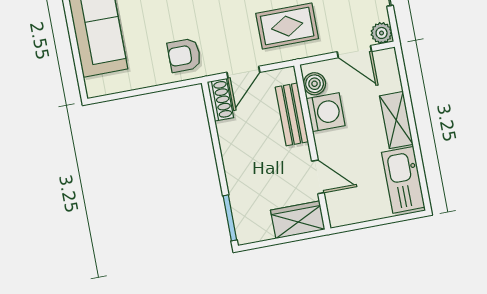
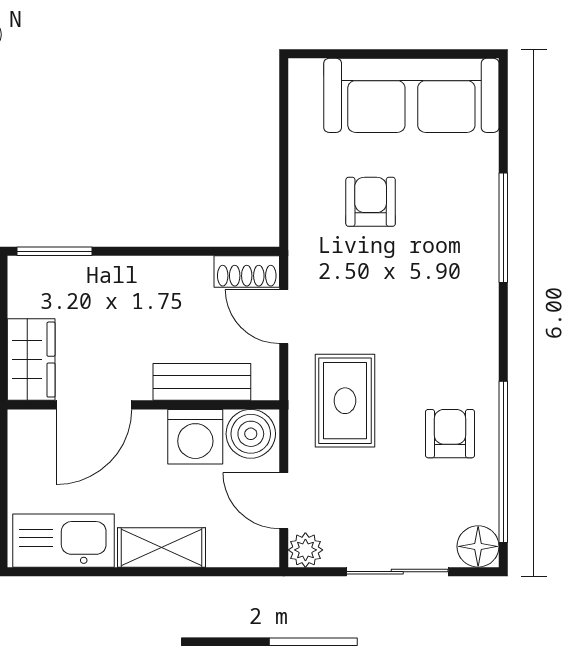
door: (354, 52) -> (284, 501), hinge flipped
armchair: (184, 55) -> (371, 202), moved
boiler: (315, 84) -> (251, 434), width x1.36, depth x1.36
door: (318, 177) -> (94, 405), width x1.37

